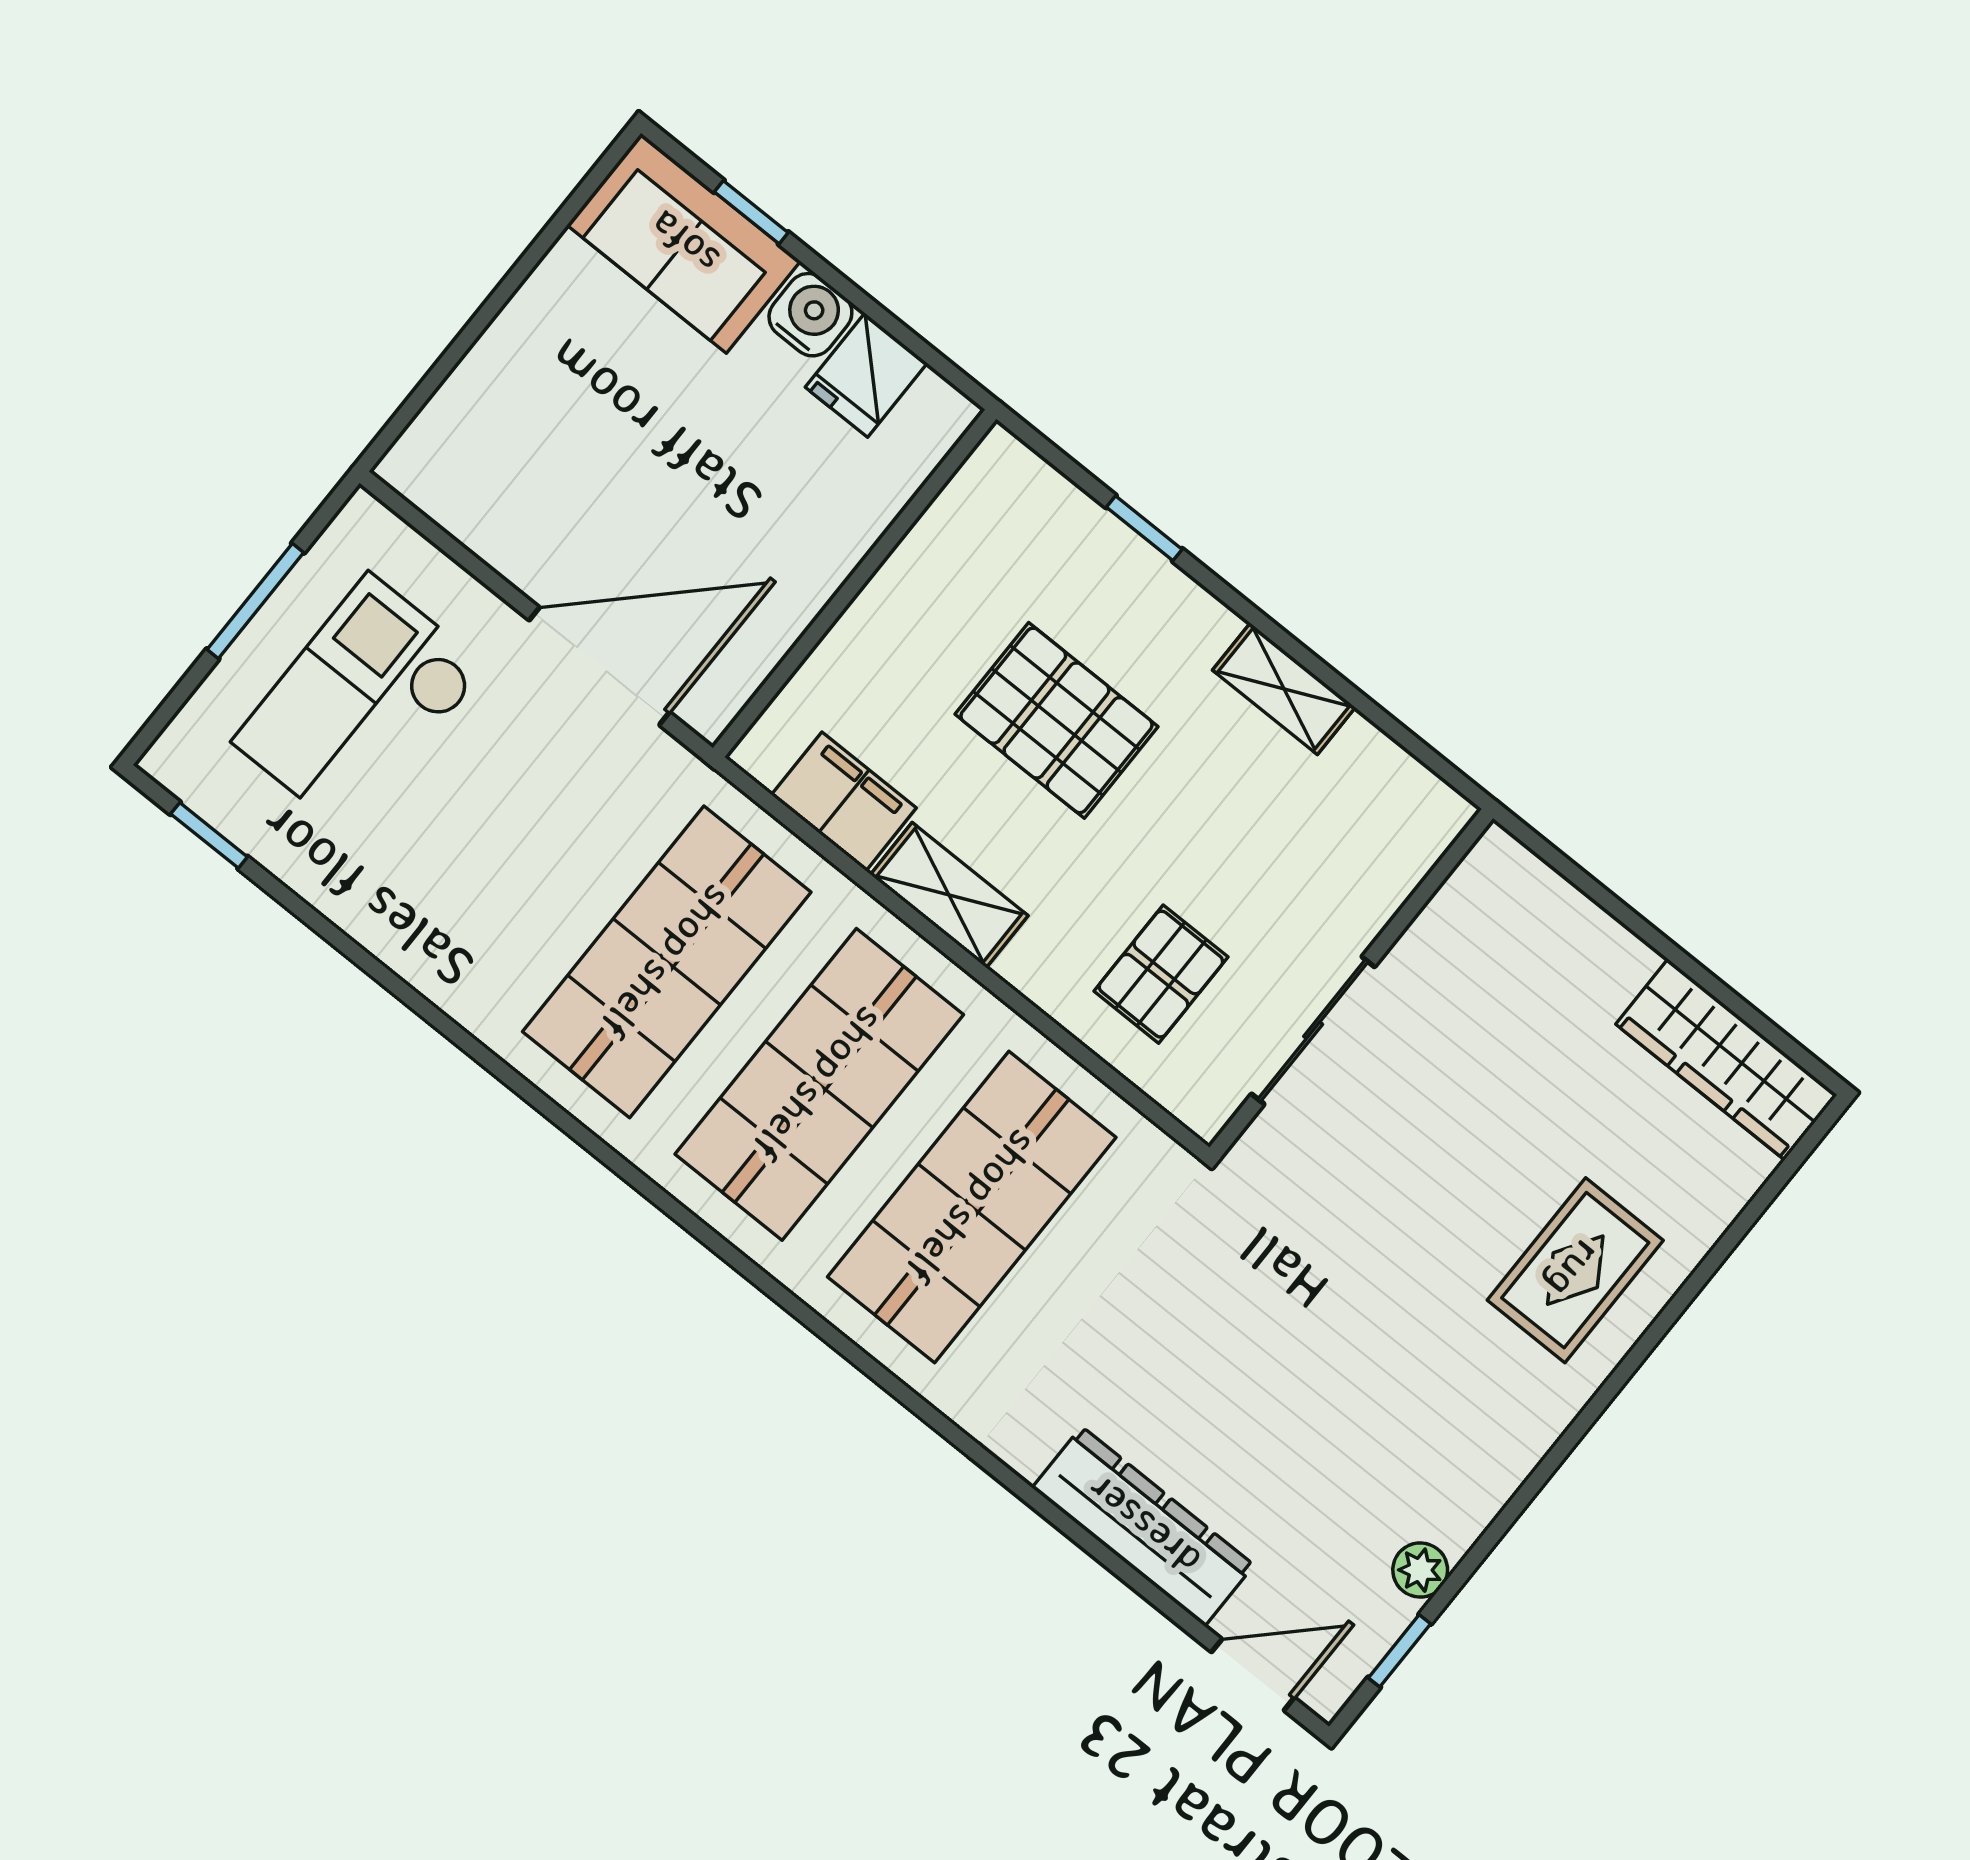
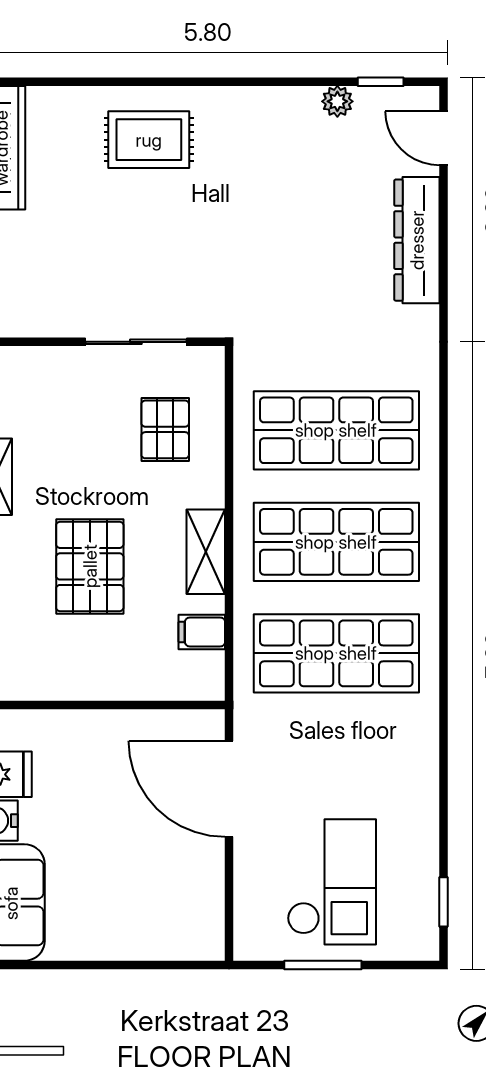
checkout: (359, 704) -> (332, 882), turned -90
filing cabinet: (844, 801) -> (202, 632), width x0.50
pallet: (1161, 974) -> (165, 429), turned 90

